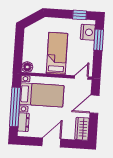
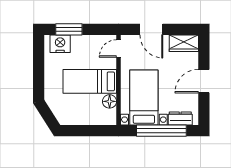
window: (80, 15) -> (39, 56), removed
floor lamp: (27, 67) -> (110, 101), moved
door: (81, 78) -> (118, 48), hinge flipped
door: (51, 142) -> (204, 81), hinge flipped

